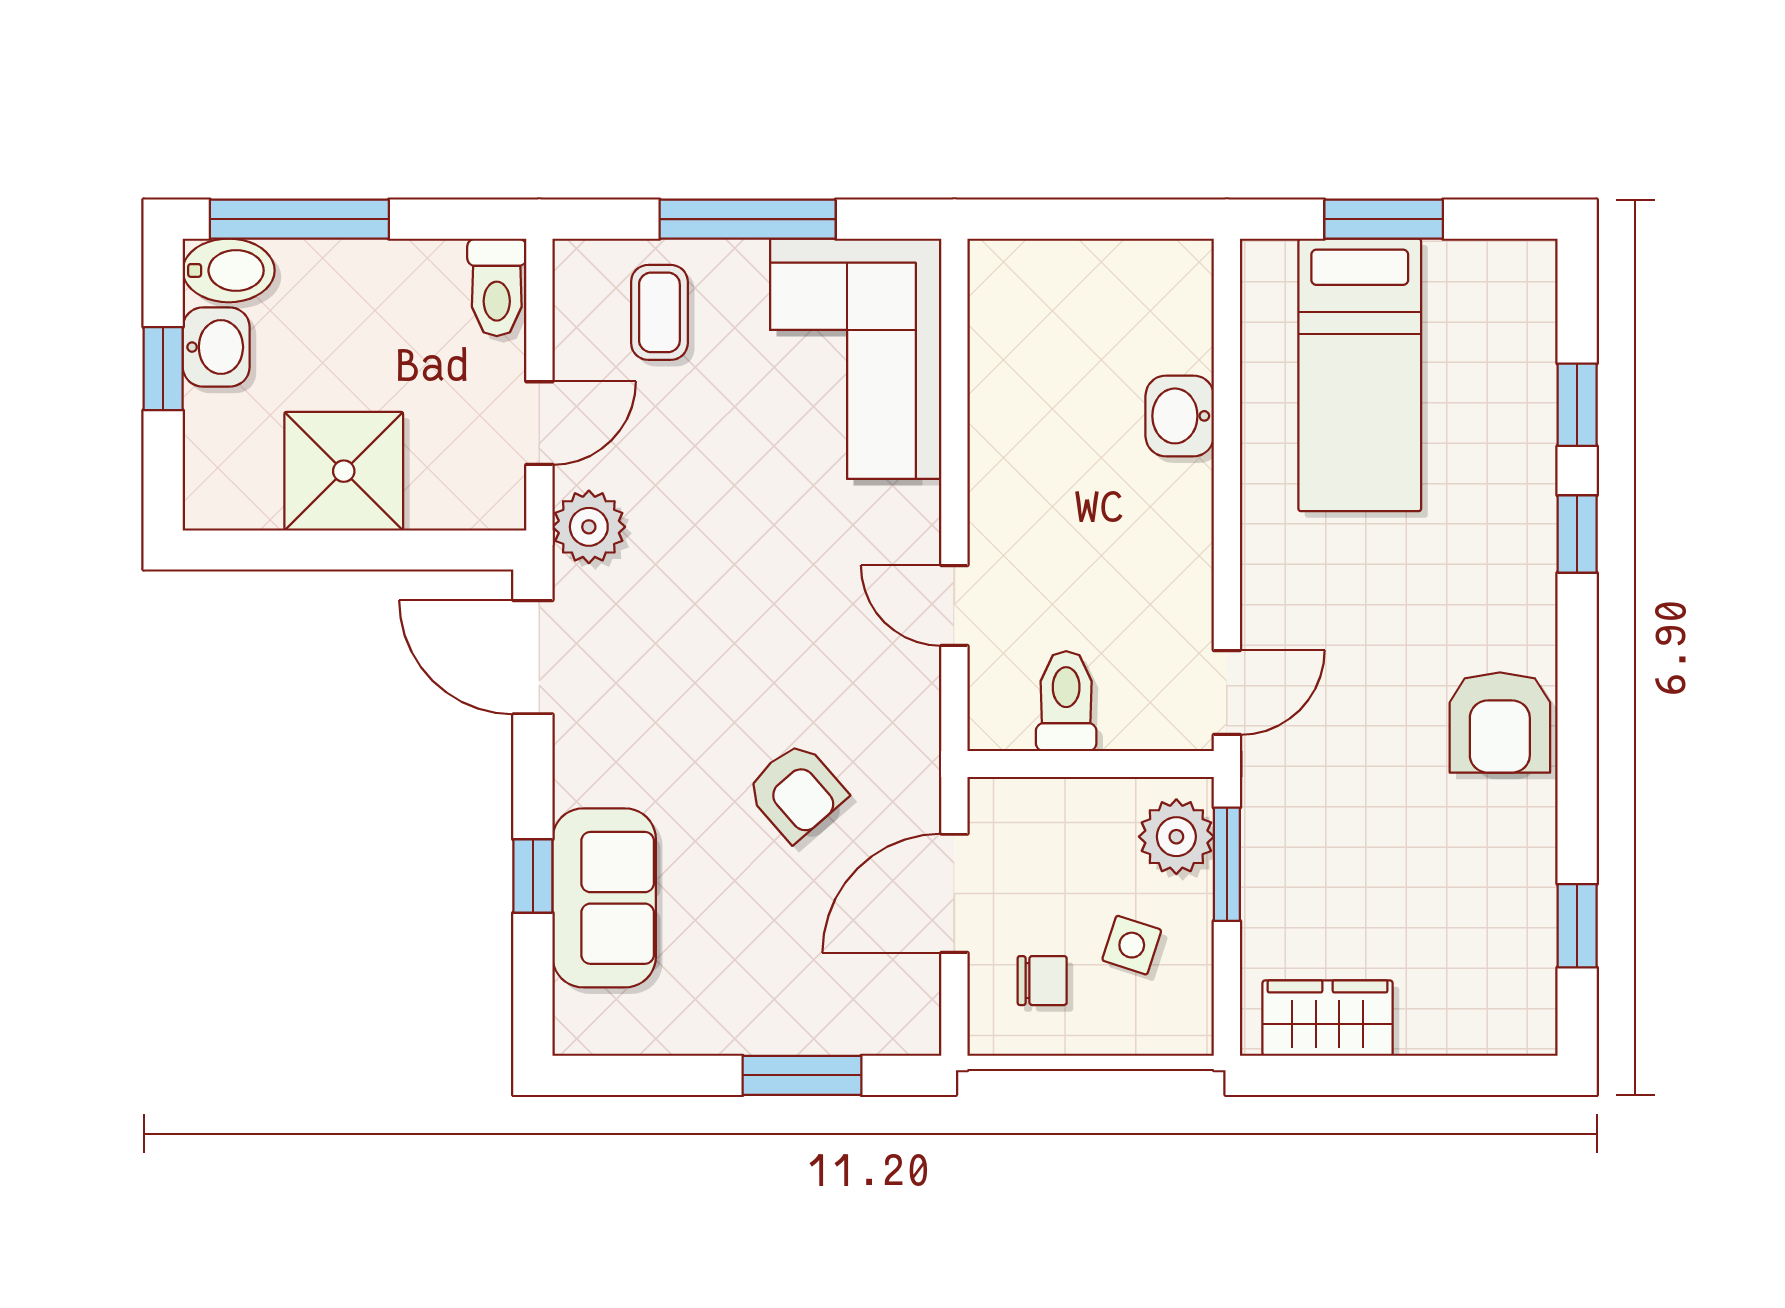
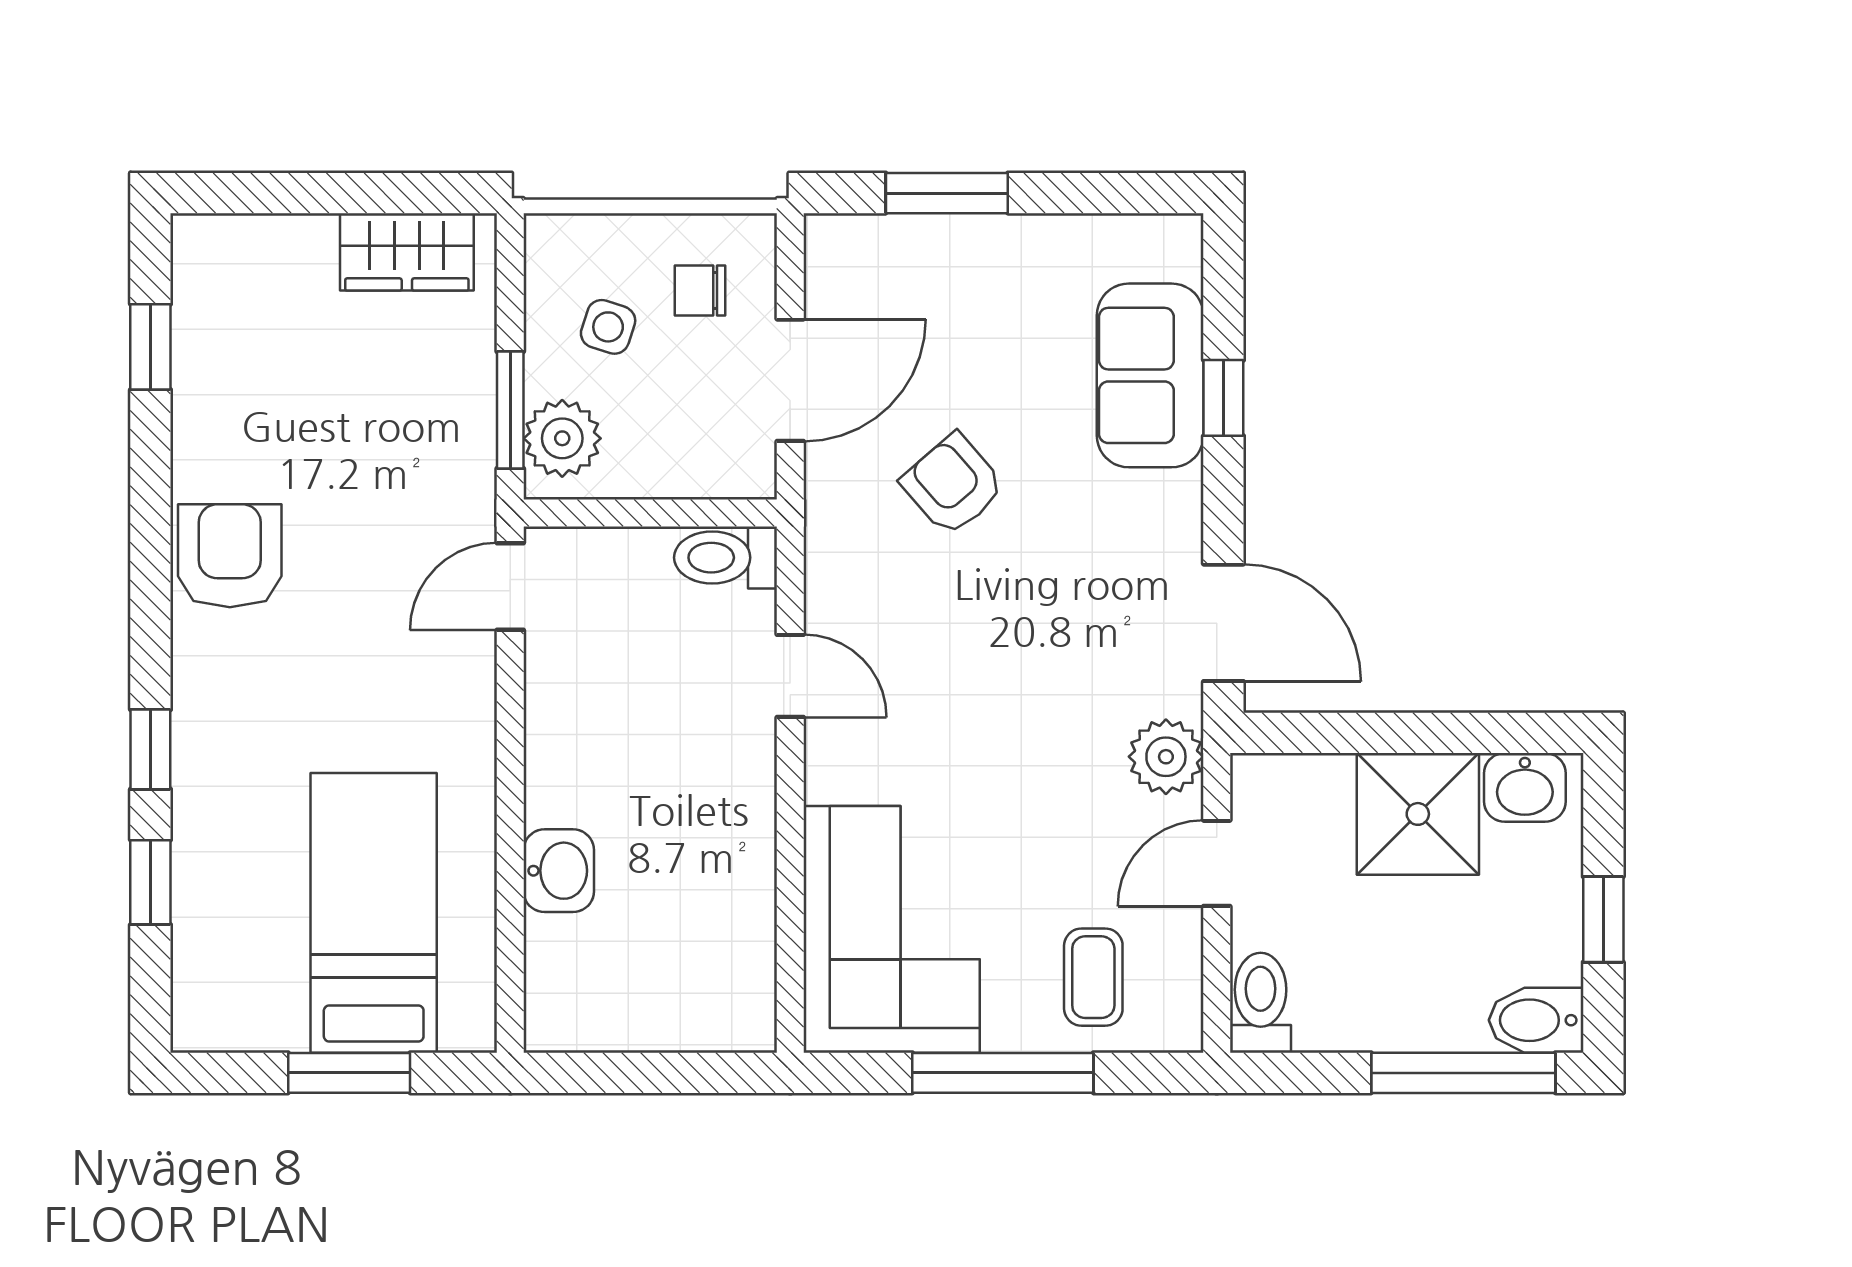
washbasin: (216, 347) -> (1525, 787), moved, turned -90
toilet: (1066, 701) -> (726, 558), moved, turned 90

